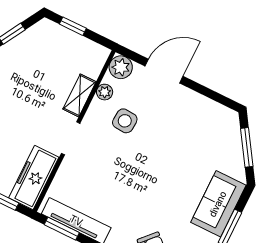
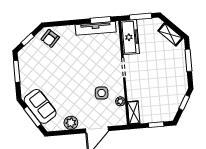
plant: (121, 67) -> (71, 123), moved
shelving: (80, 95) -> (134, 113), moved
sofa: (218, 204) -> (40, 106), moved, turned -33

